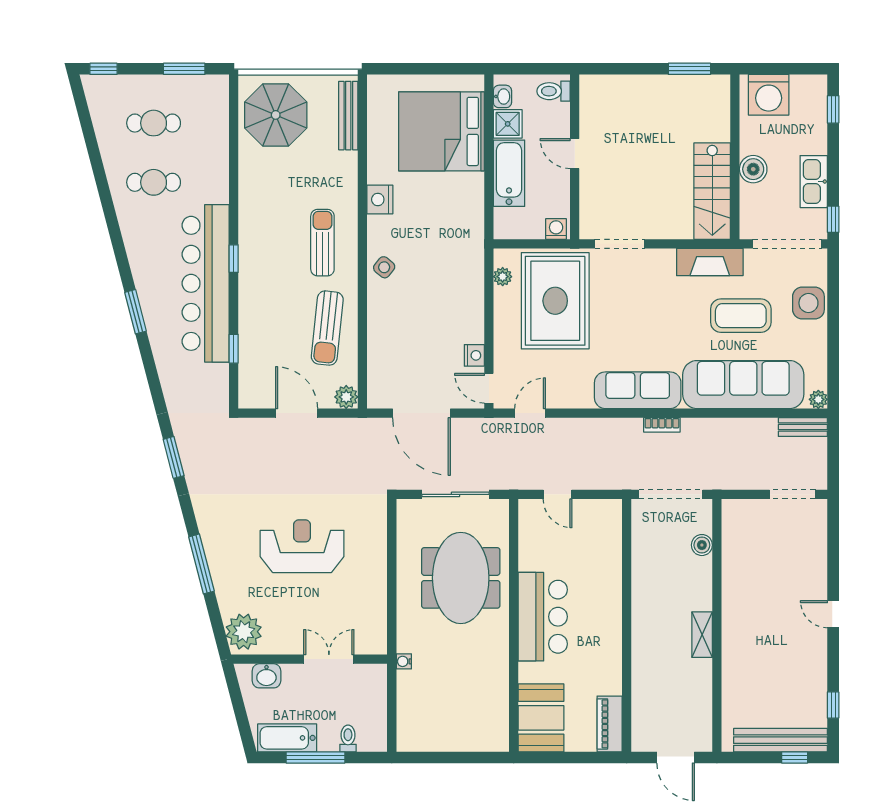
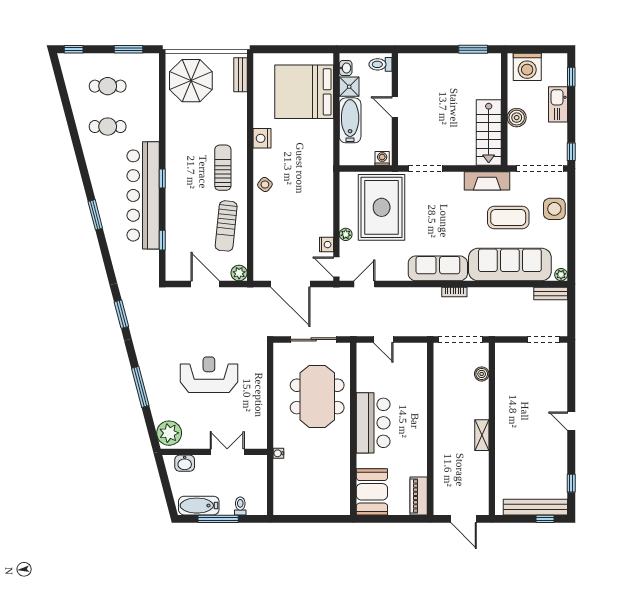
bench: (348, 116) -> (240, 75), width x0.73
kitchen sink: (814, 182) -> (558, 104), moved
plant: (503, 277) -> (346, 234), moved

